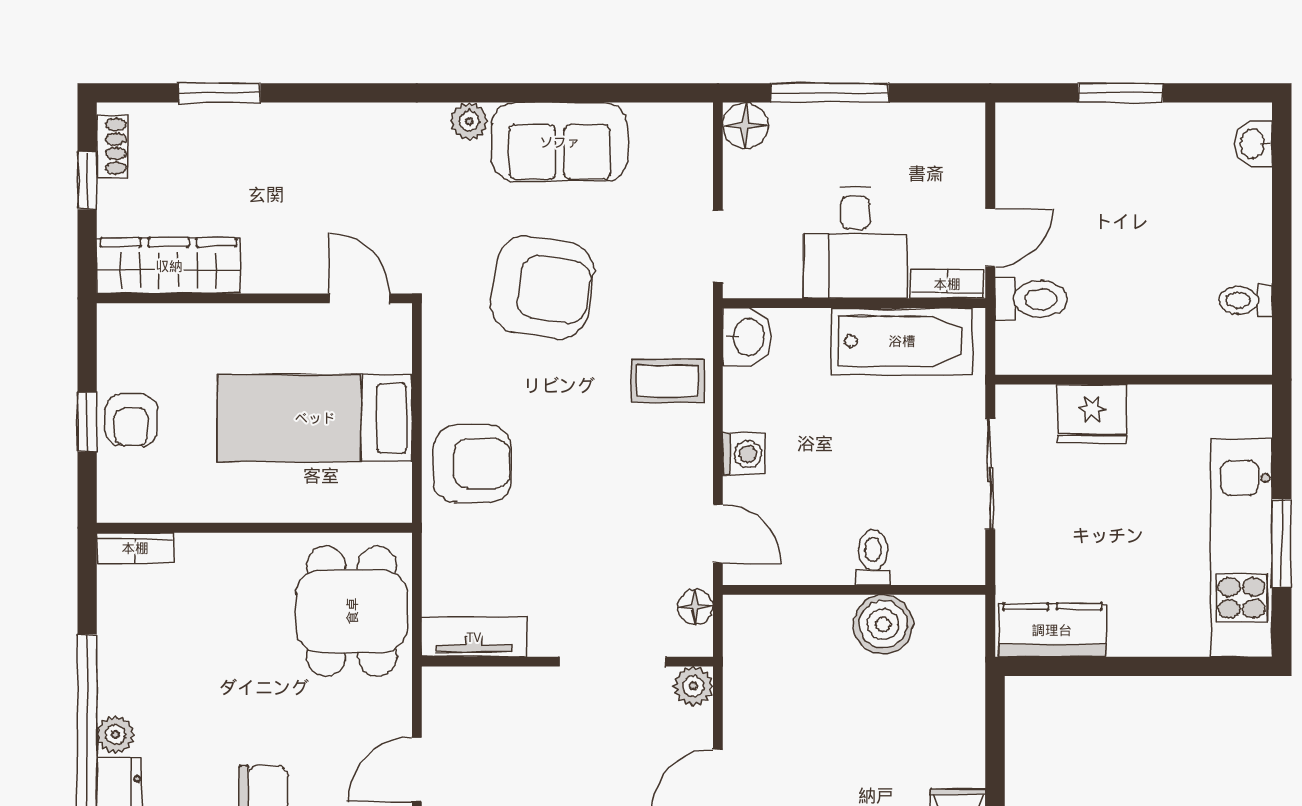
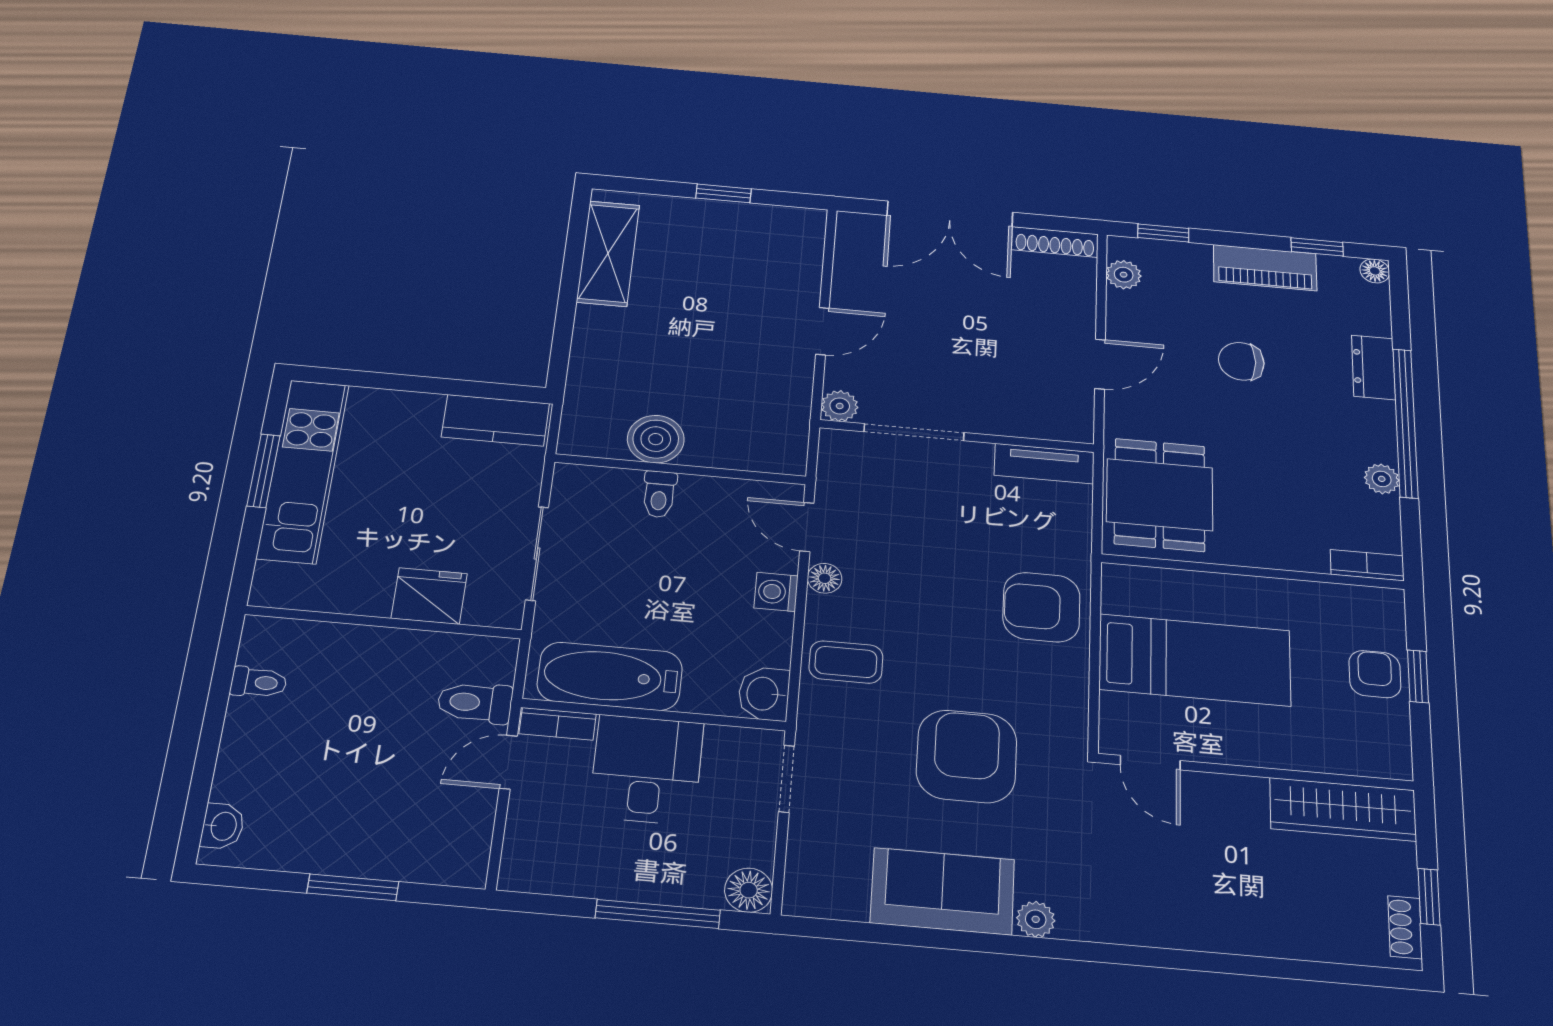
window: (219, 93) -> (1295, 970), removed
armchair: (542, 288) -> (967, 756), turned 81
floor lamp: (695, 607) -> (825, 578), moved
plant: (115, 735) -> (1382, 479), moved

